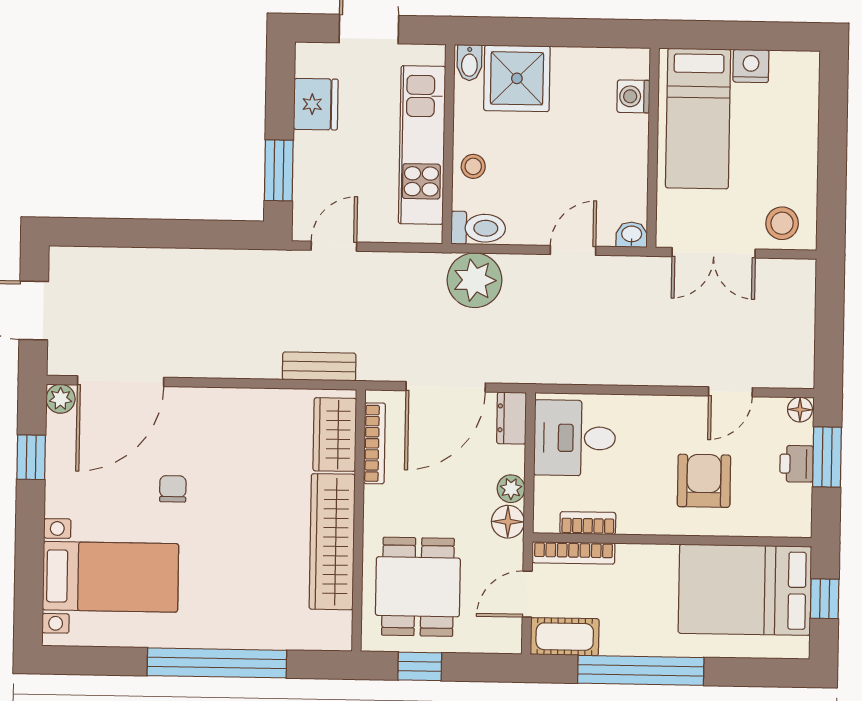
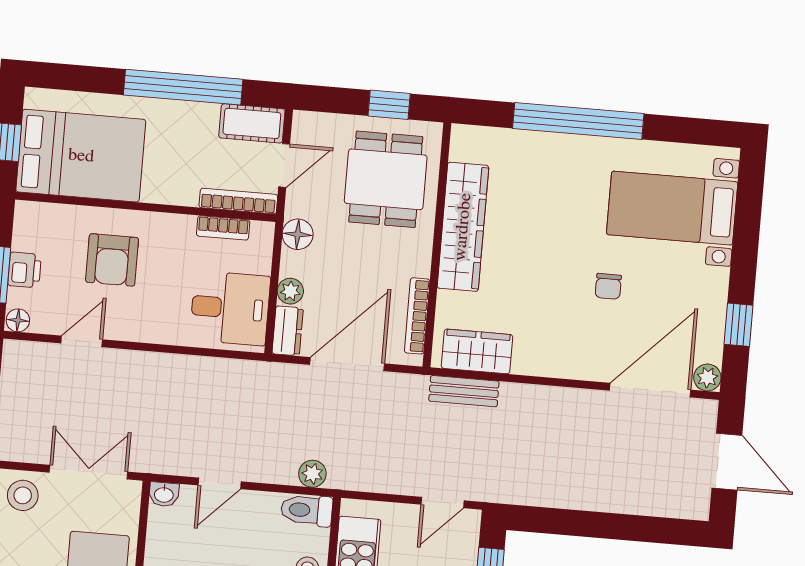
plant: (475, 280) -> (312, 474), width x0.53, depth x0.53
wardrobe: (335, 435) -> (477, 351), moved, turned -90
plant: (511, 489) -> (290, 291), moved

